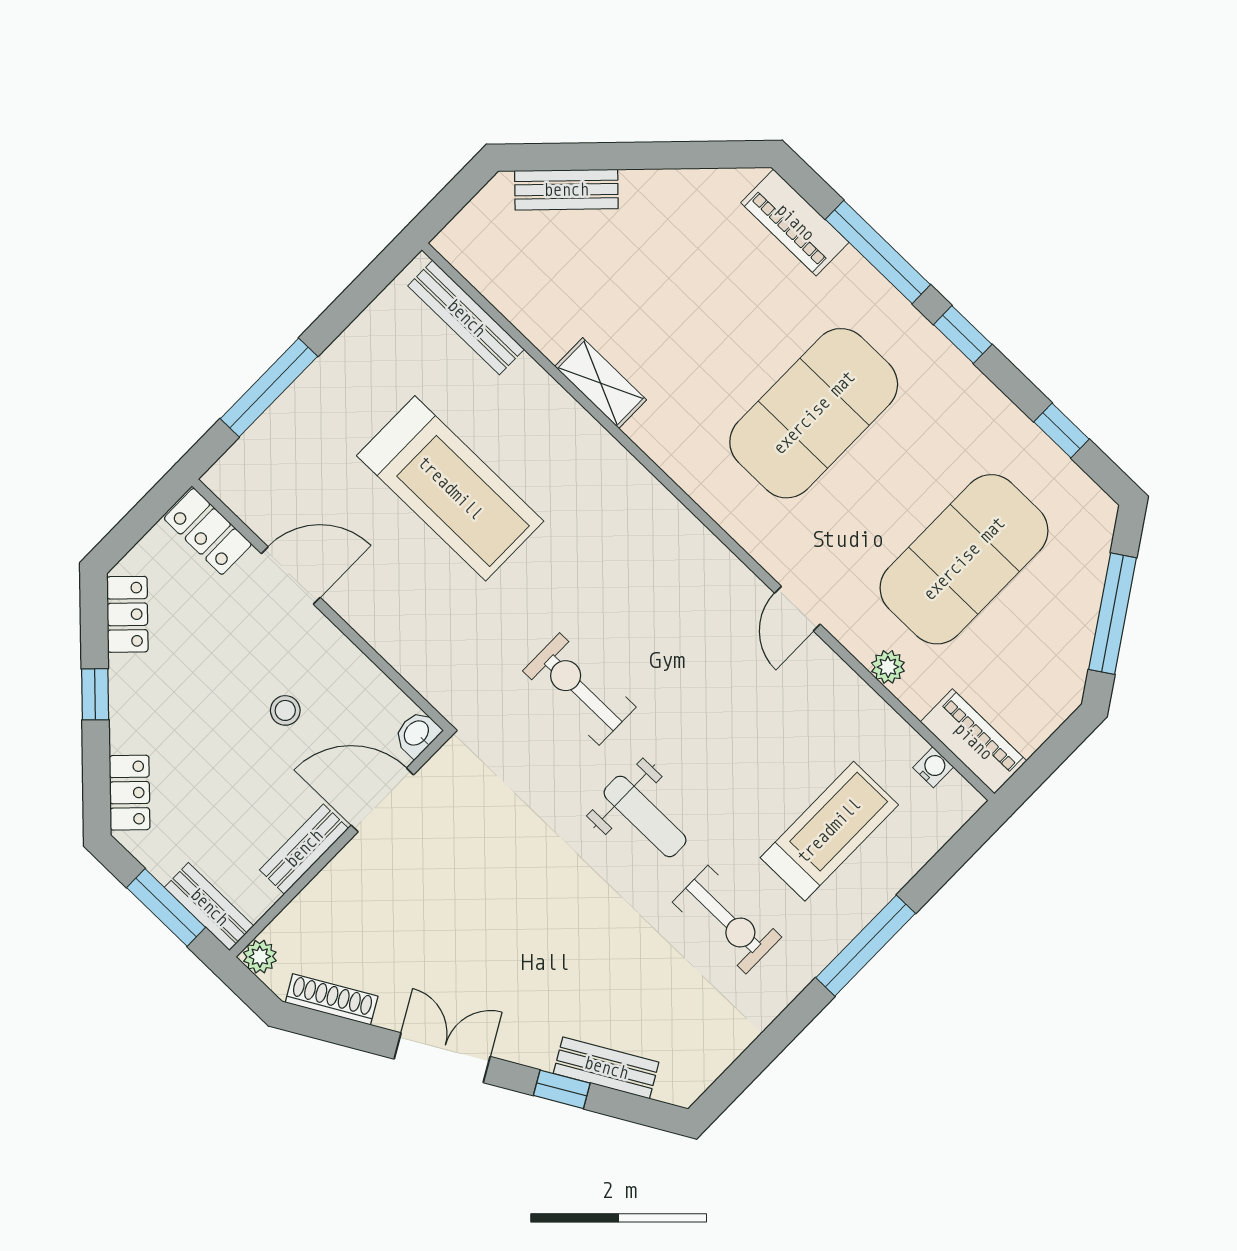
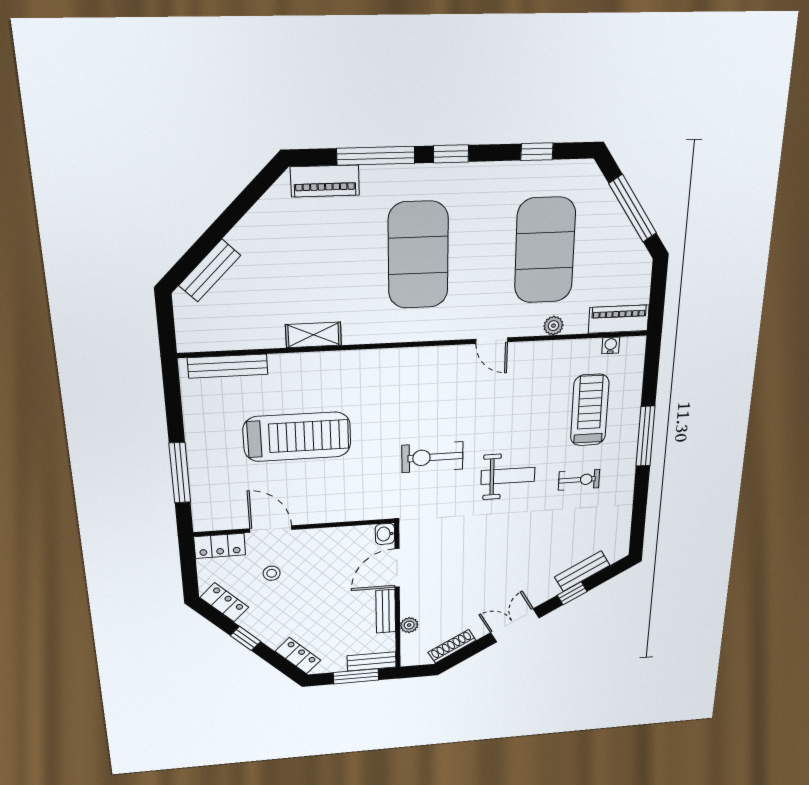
door: (291, 575) -> (271, 529), hinge flipped
stool: (285, 710) -> (272, 573), moved
exercise bike: (727, 920) -> (579, 480), width x0.73, depth x0.72
plant: (260, 957) -> (409, 625), moved

